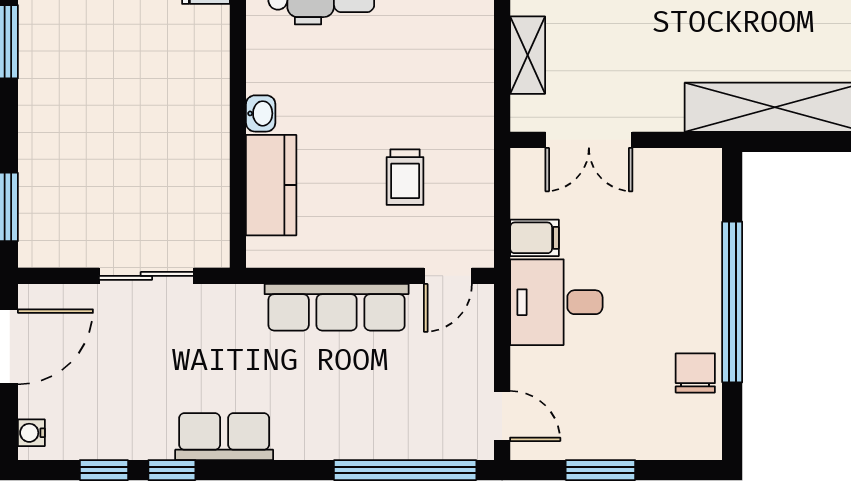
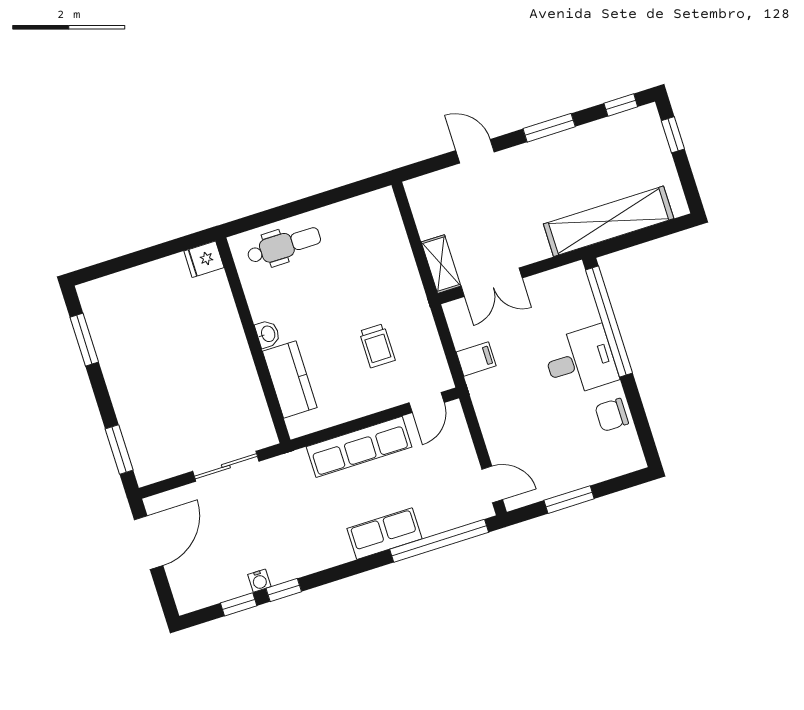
shelving: (528, 55) -> (441, 264), moved
desk: (556, 302) -> (580, 361), moved, turned 180
window: (732, 302) -> (609, 322), moved
chair: (695, 373) -> (612, 415), turned -90
water cooler: (31, 433) -> (259, 581), moved, turned -90
row of seats: (224, 437) -> (385, 534), moved

